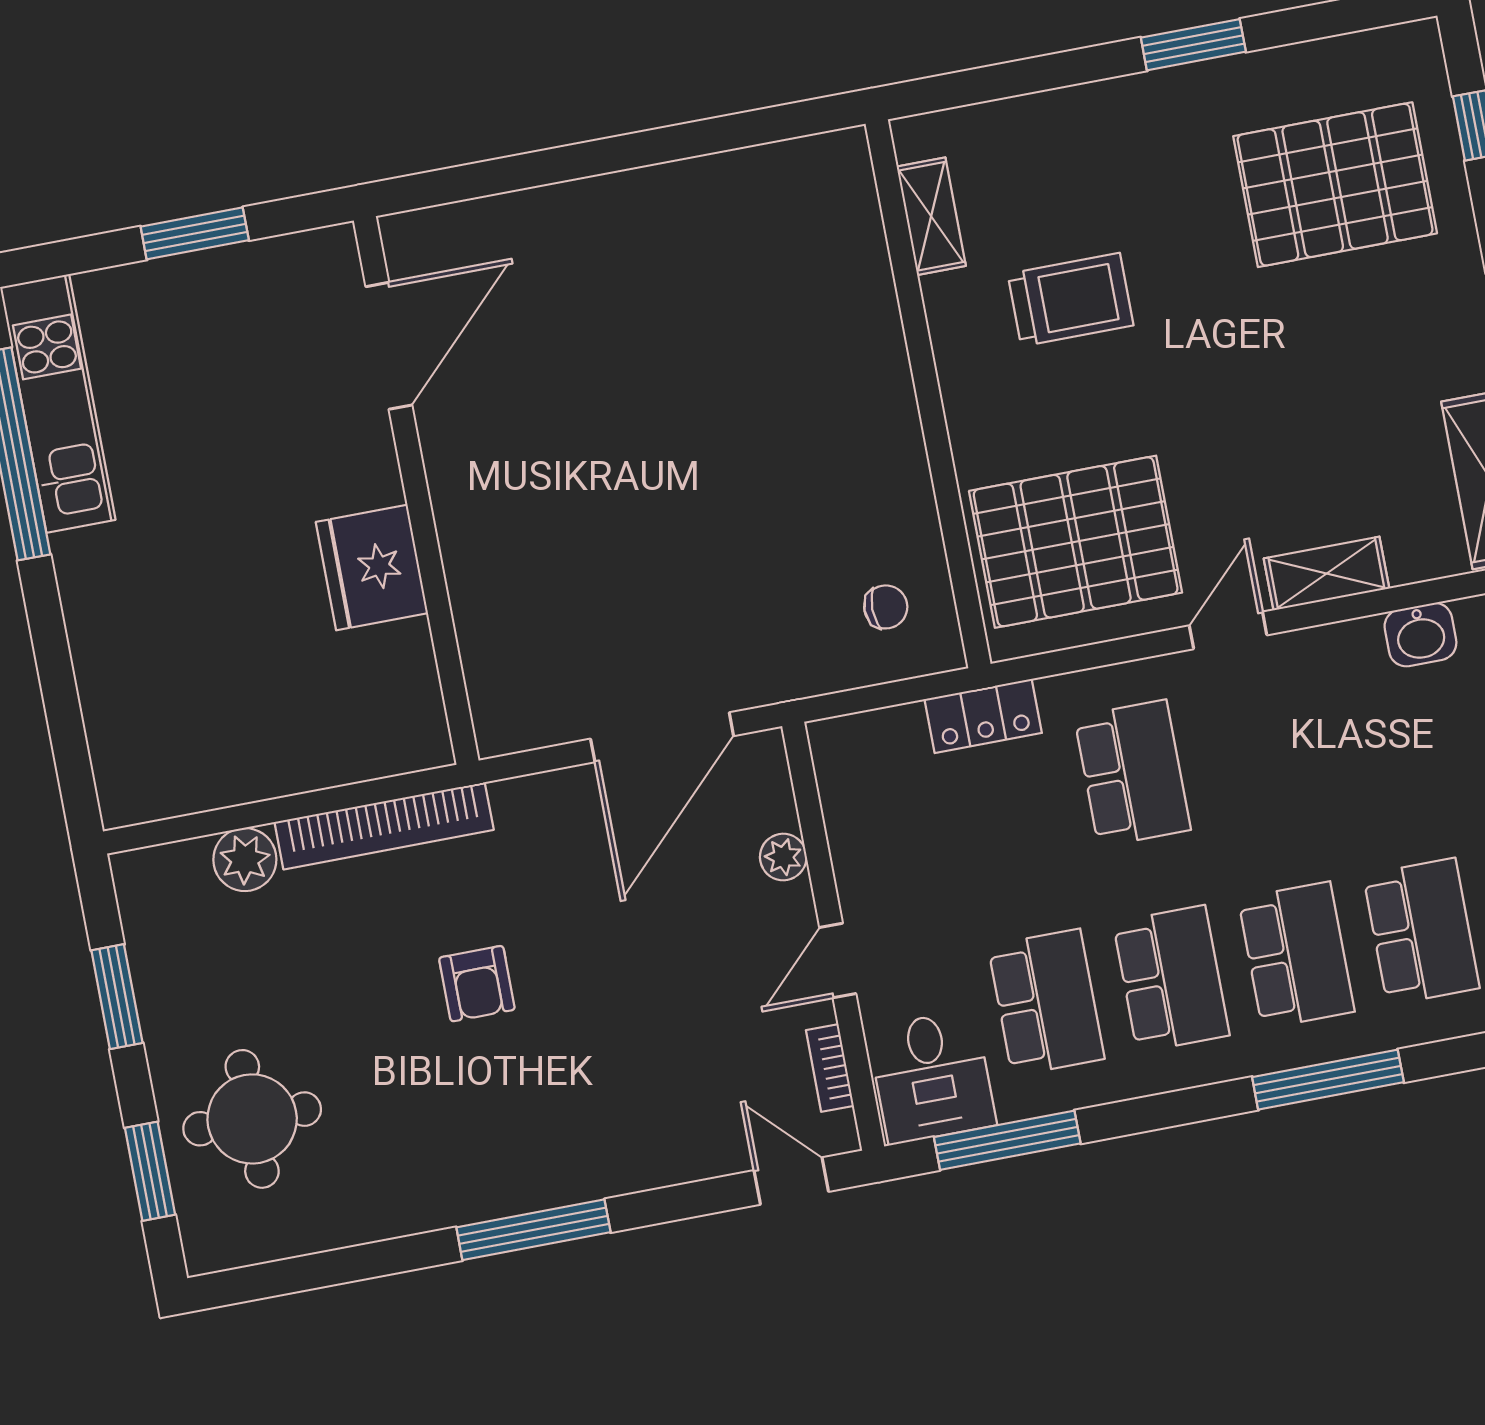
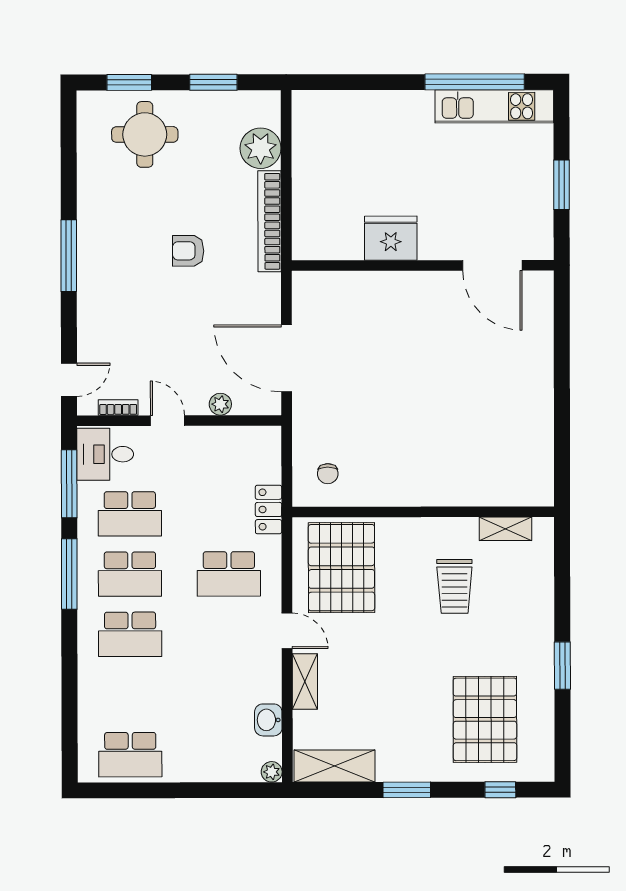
plant: (245, 860) -> (261, 148), width x1.36, depth x1.36
school desk: (1421, 932) -> (130, 694), removed
window: (1328, 1080) -> (69, 574), moved

